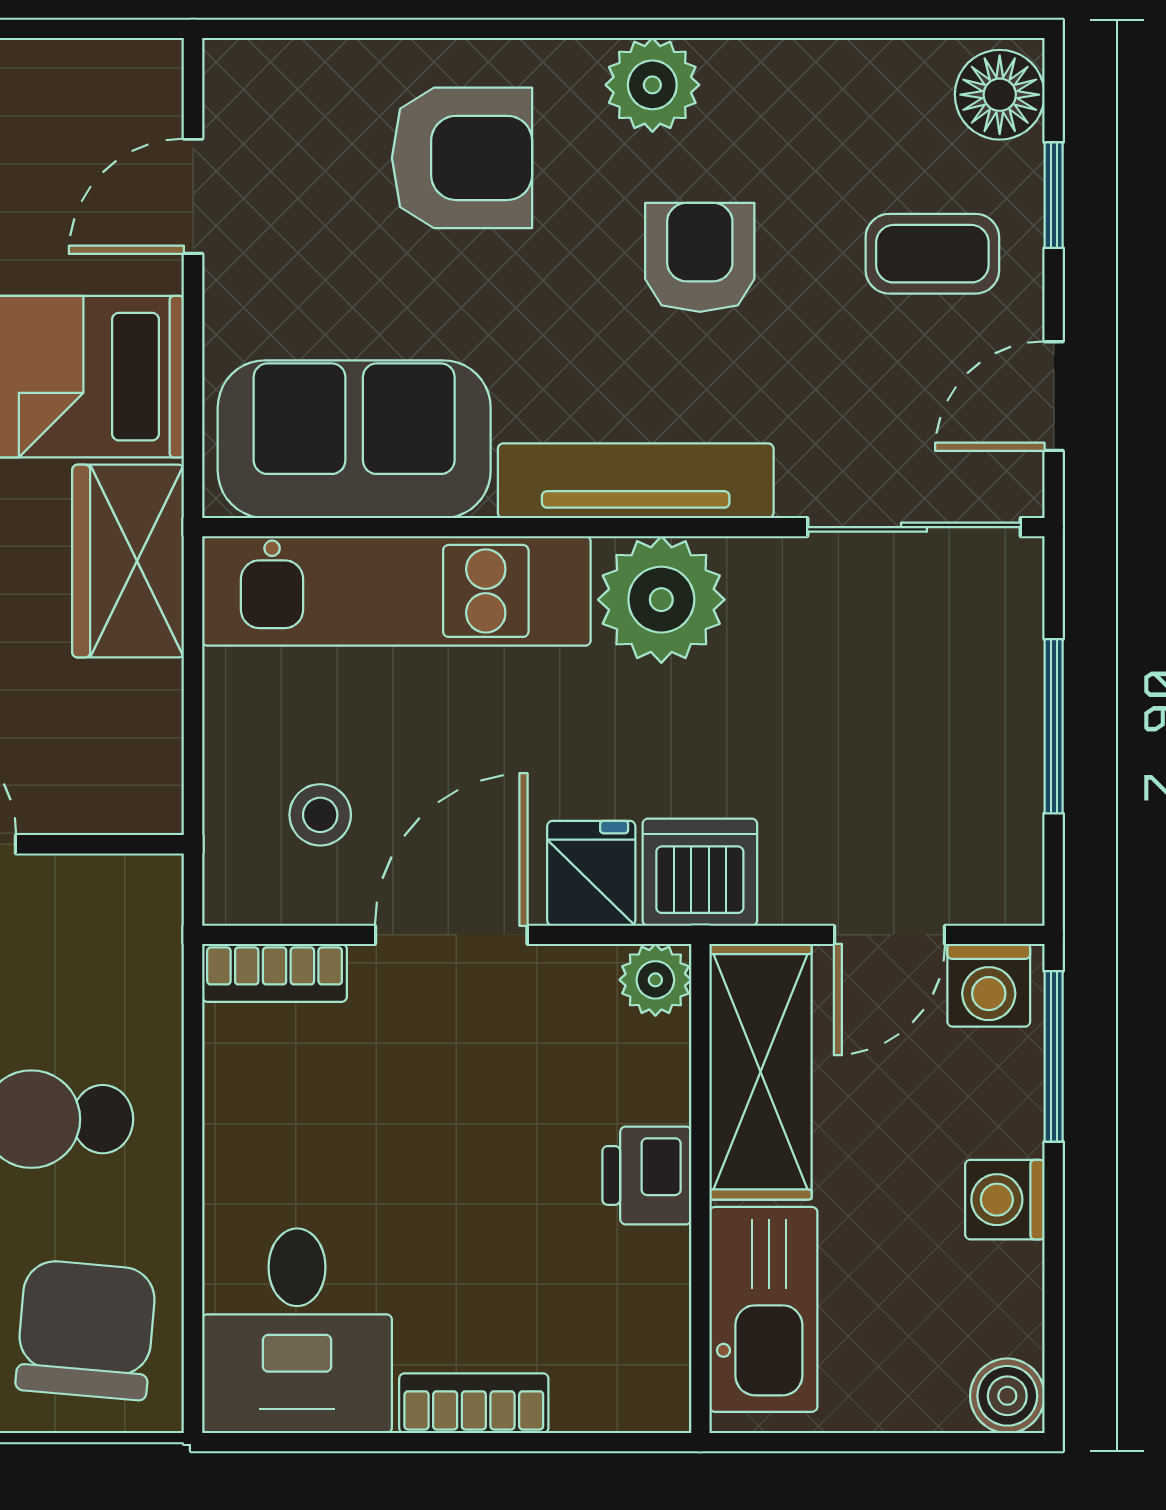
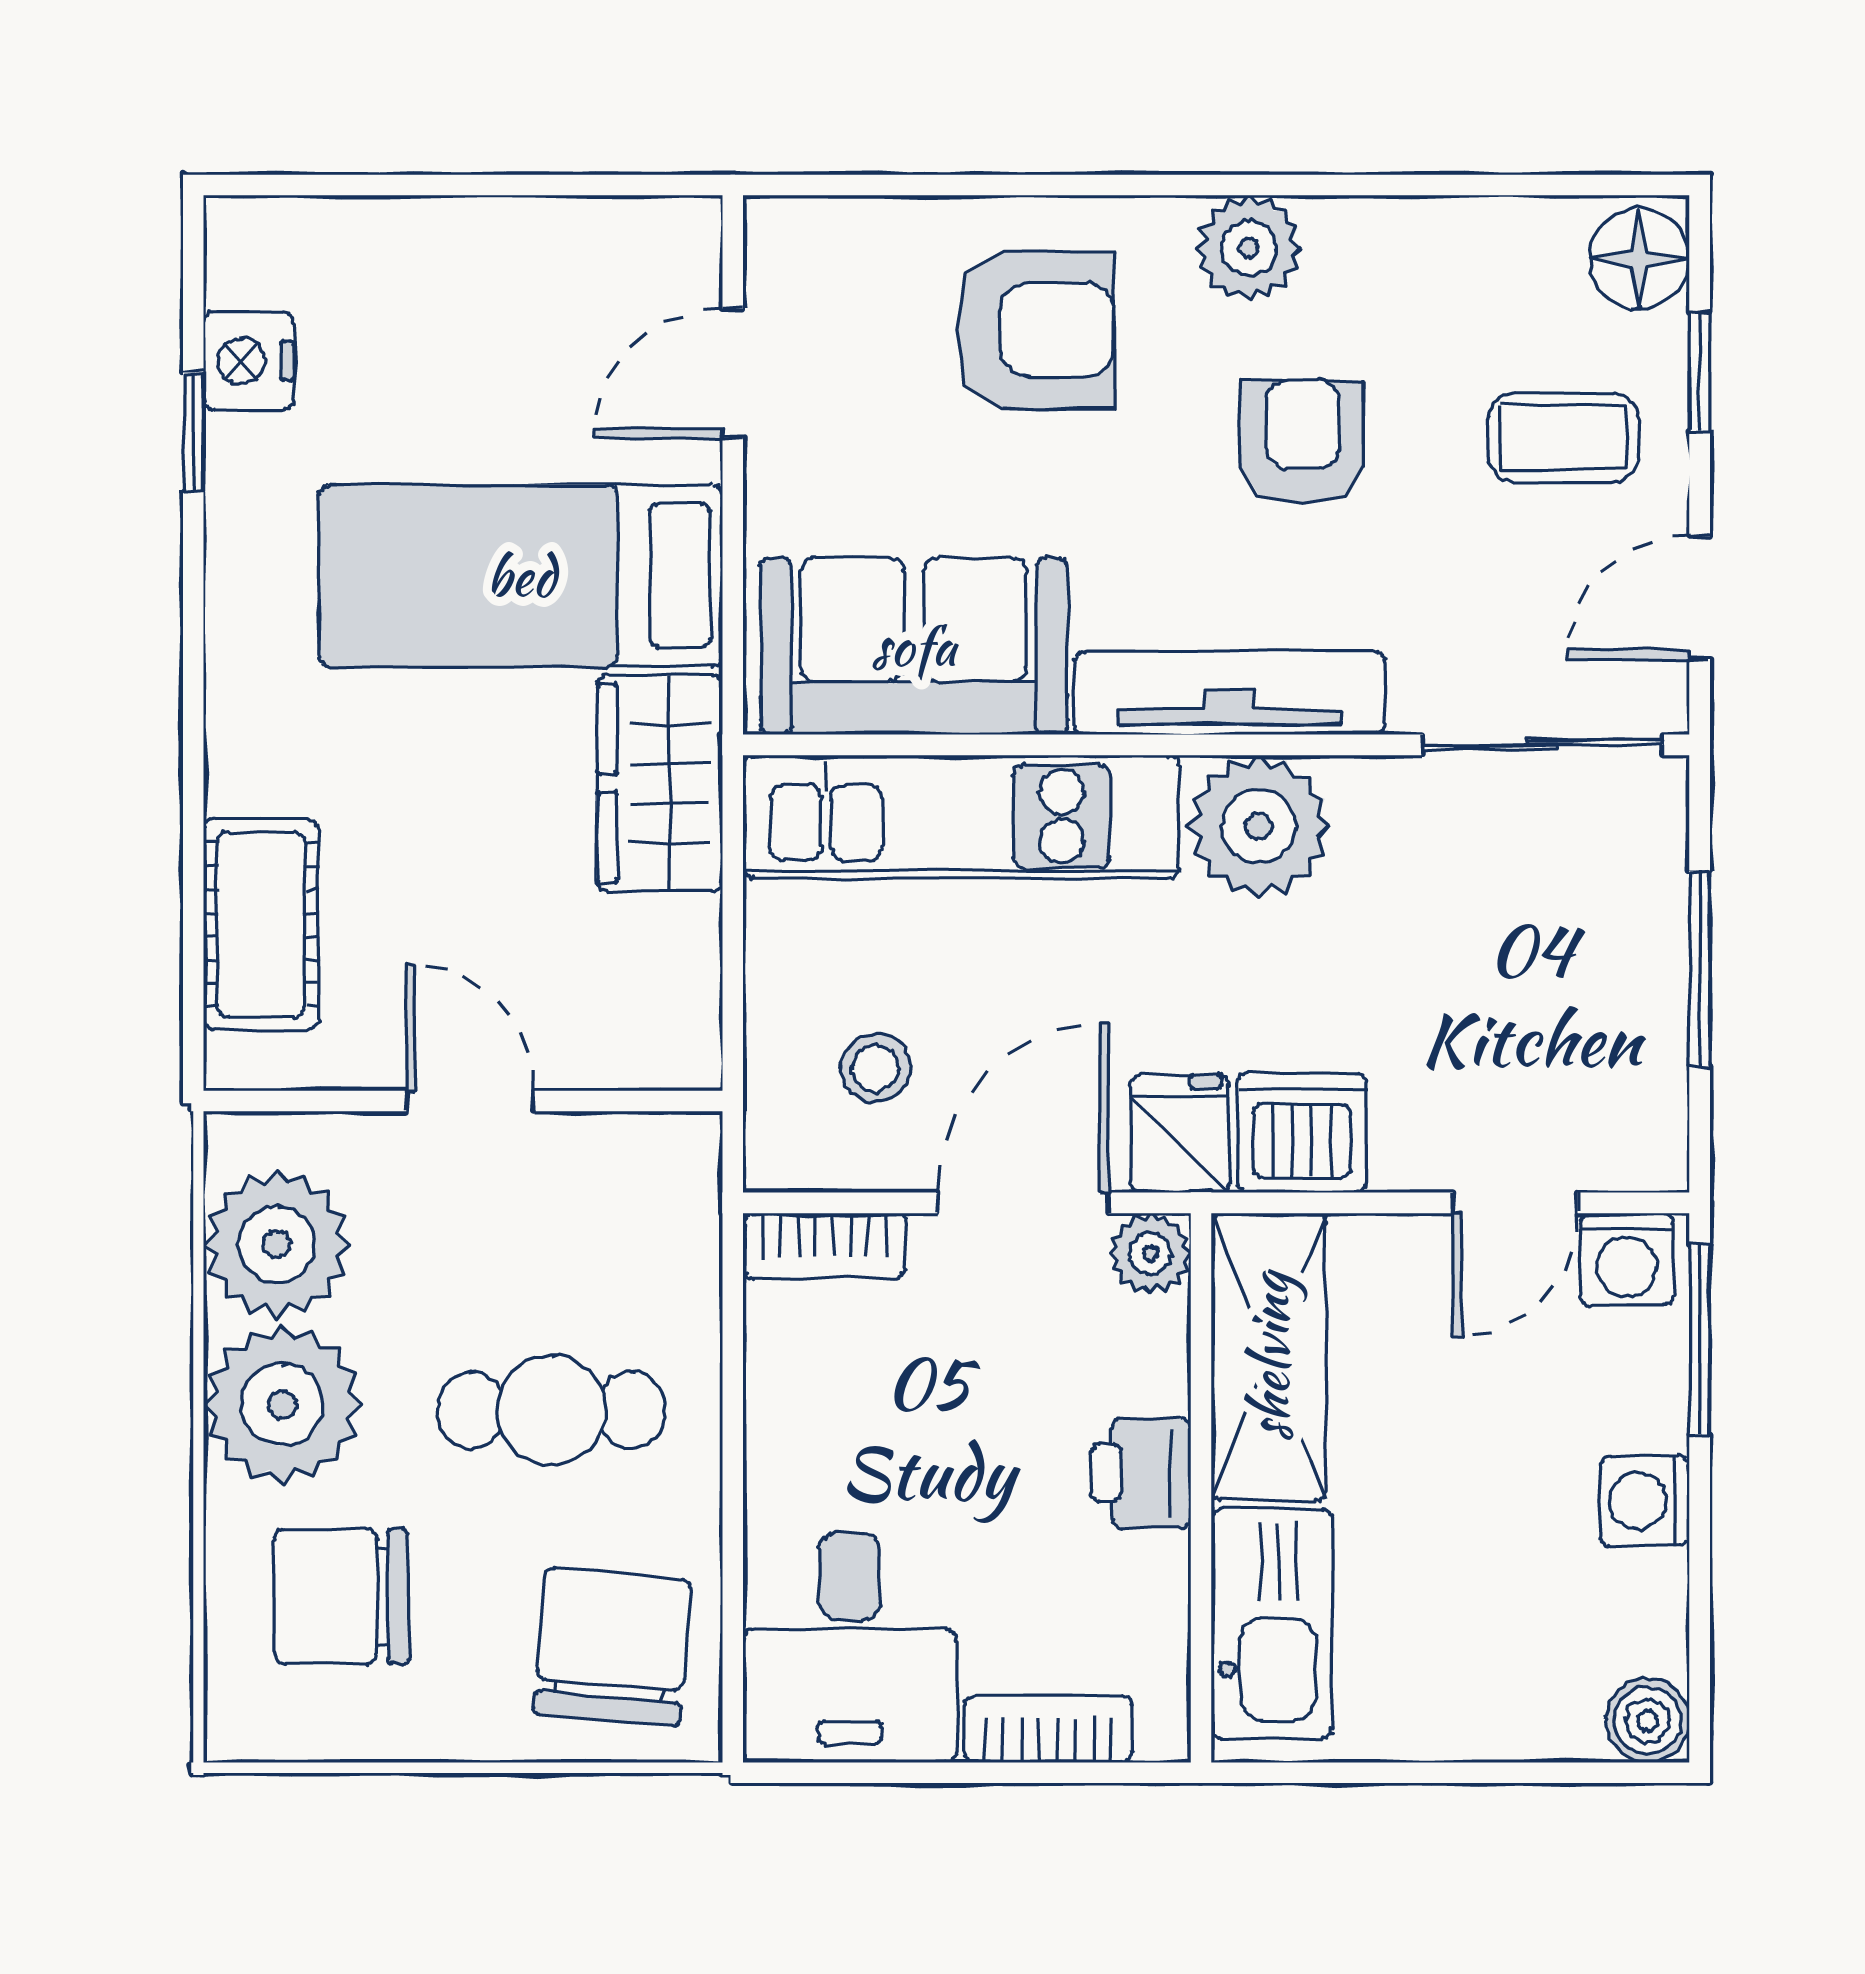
plant: (655, 980) -> (1150, 1253), moved
shelving: (761, 1072) -> (1269, 1357), moved
printer: (647, 1175) -> (1141, 1473), moved
wall: (700, 1188) -> (1201, 1488), moved
kitchen sink: (763, 1309) -> (1272, 1624), moved

